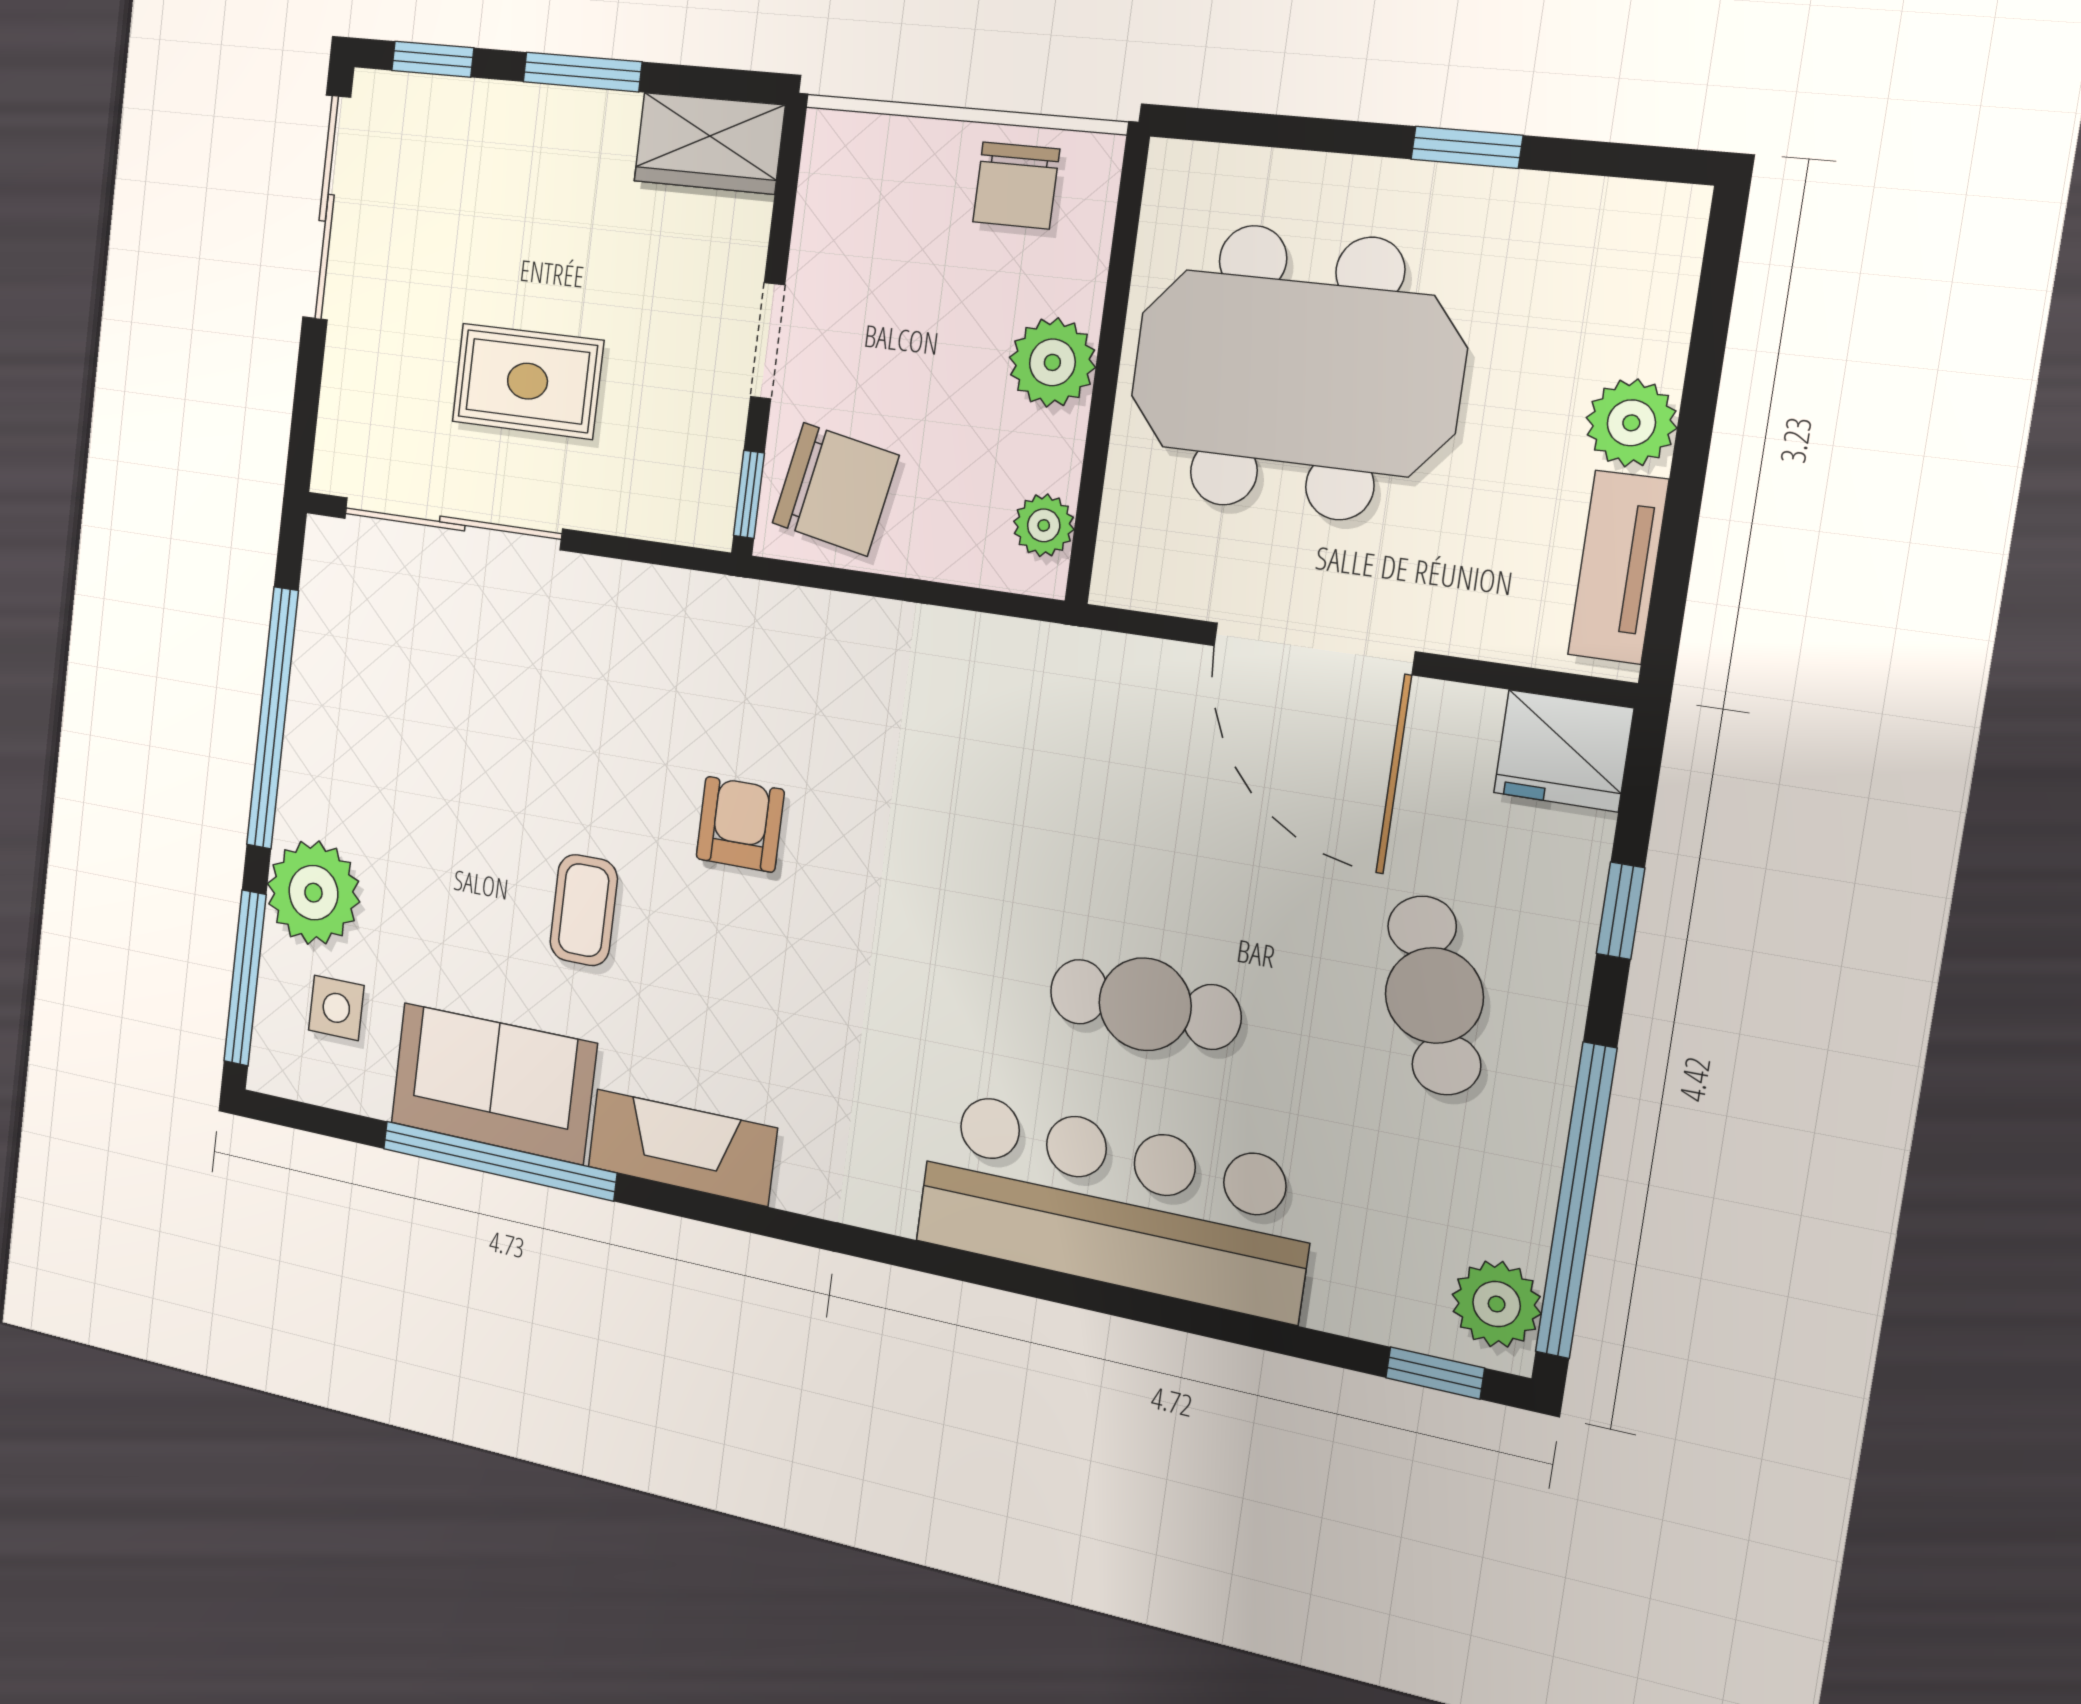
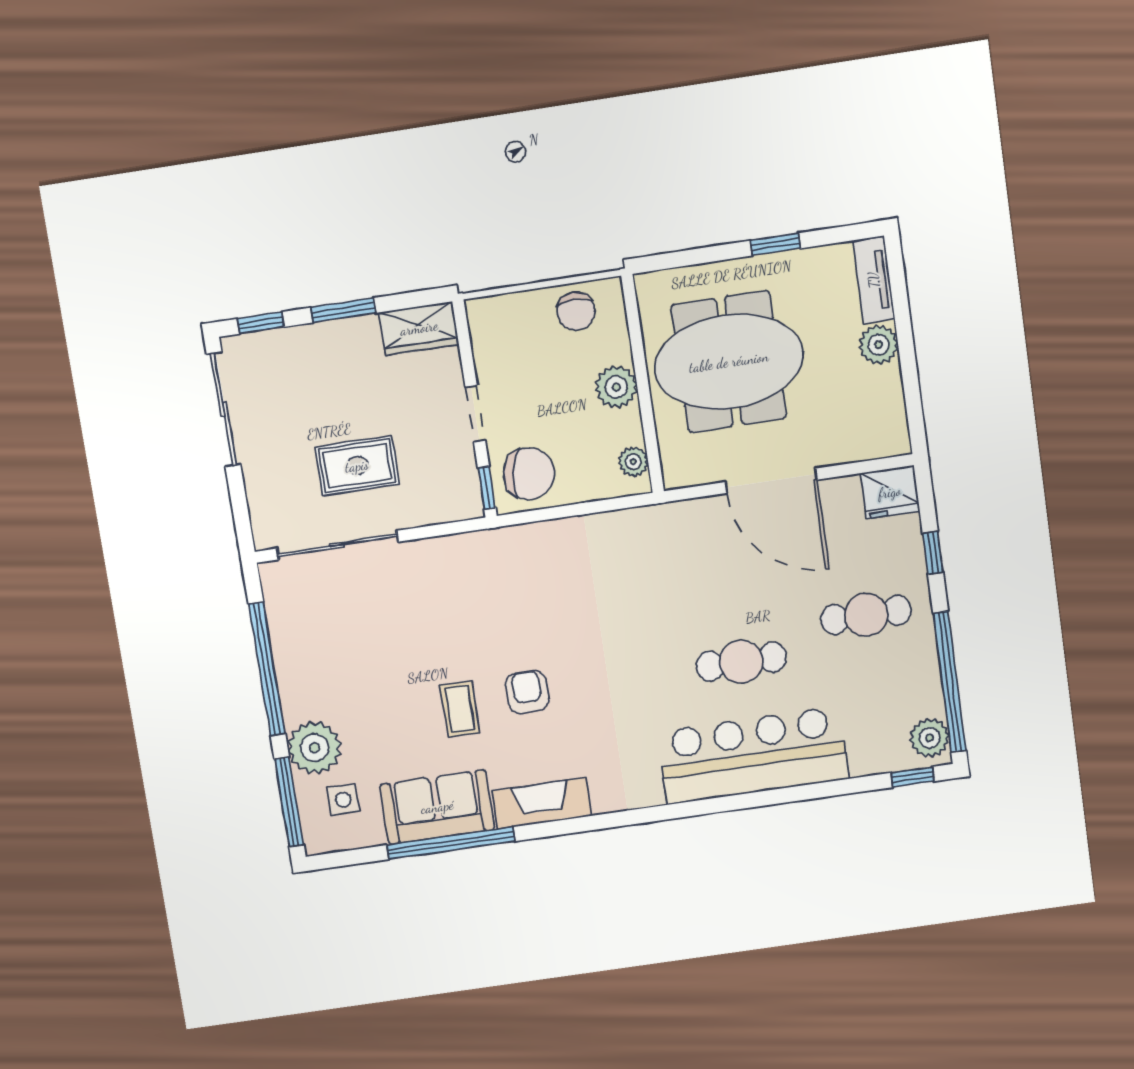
tv unit: (1618, 567) -> (874, 280), moved
armchair: (740, 824) -> (527, 692), moved
cafe table: (1434, 996) -> (866, 615), turned -72

